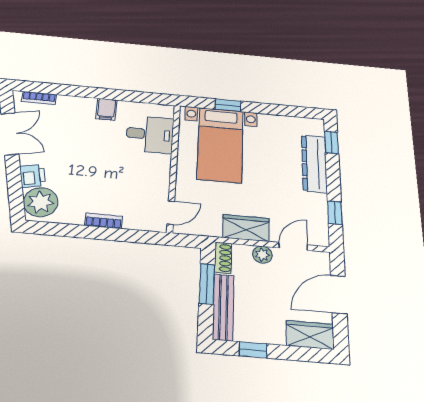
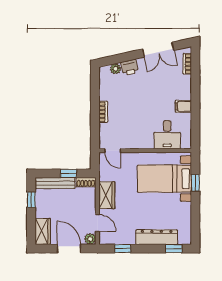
plant: (41, 202) -> (116, 69), width x0.53, depth x0.53
plant: (262, 255) -> (90, 239), moved
window: (207, 284) -> (68, 173), width x0.67

